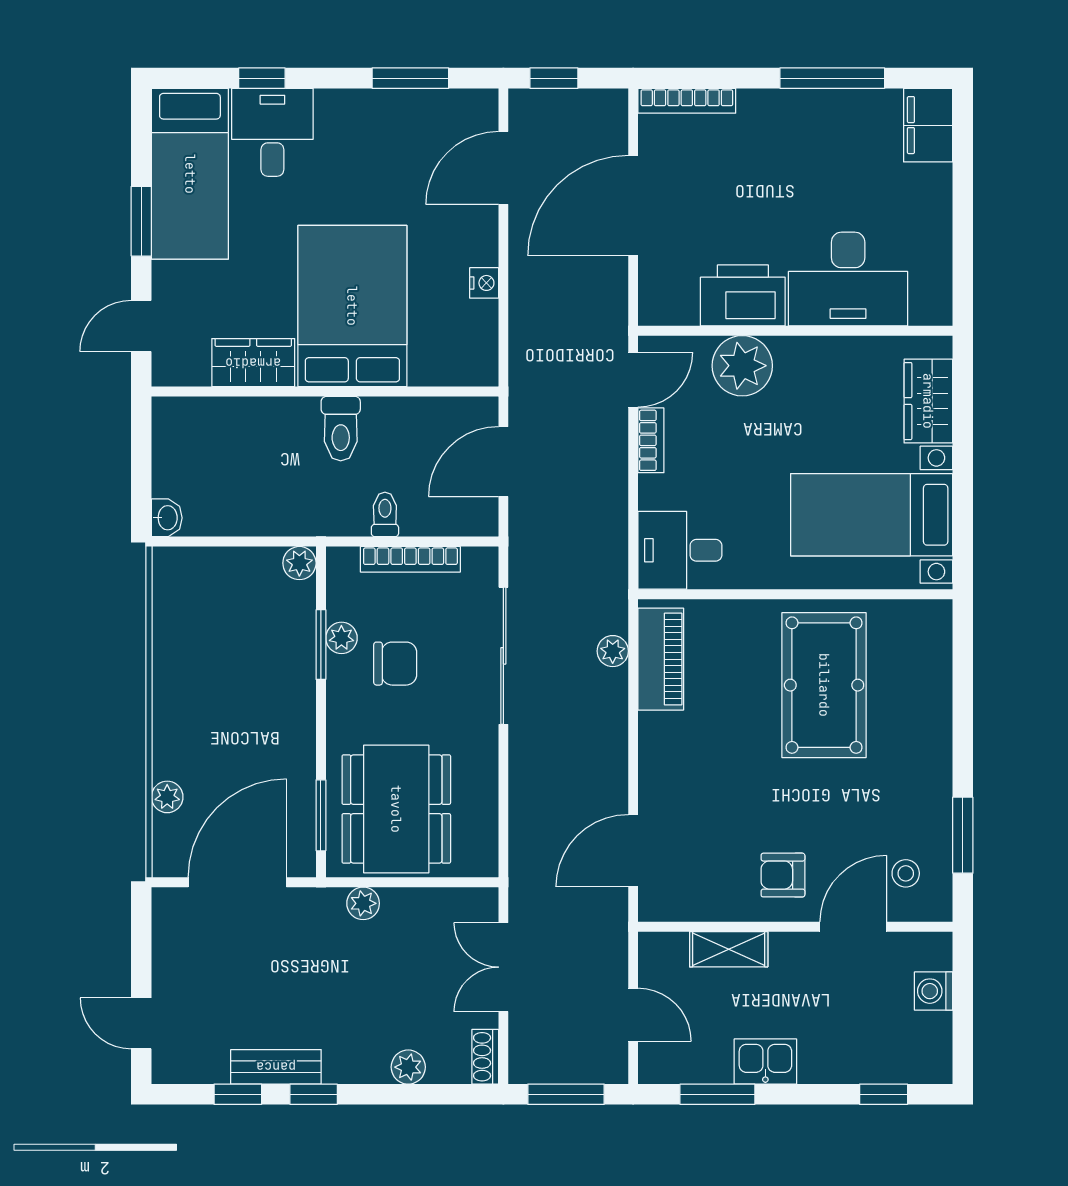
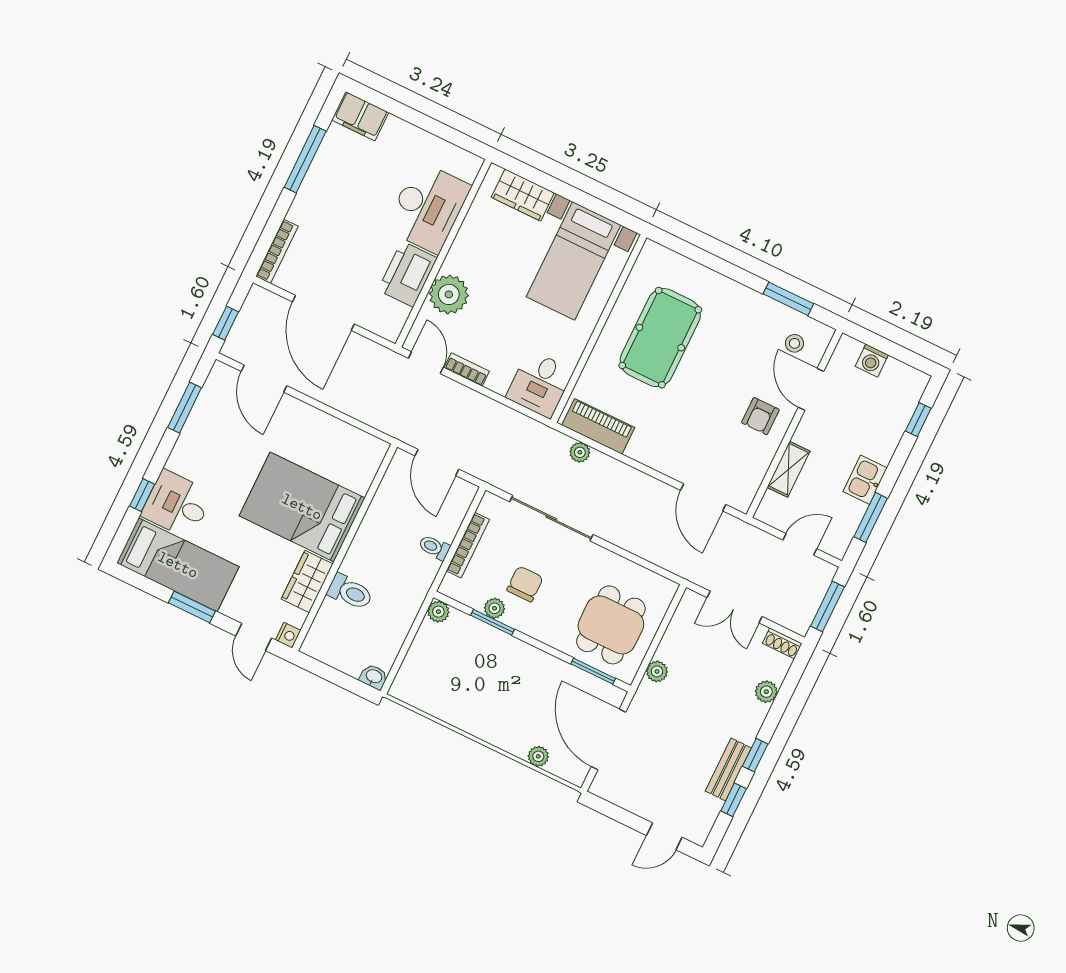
nightstand: (484, 283) -> (288, 635), moved, turned 90
toilet: (341, 429) -> (350, 592), moved
pool table: (824, 685) -> (660, 338), turned 90
dining table: (396, 809) -> (611, 625), width x0.73

